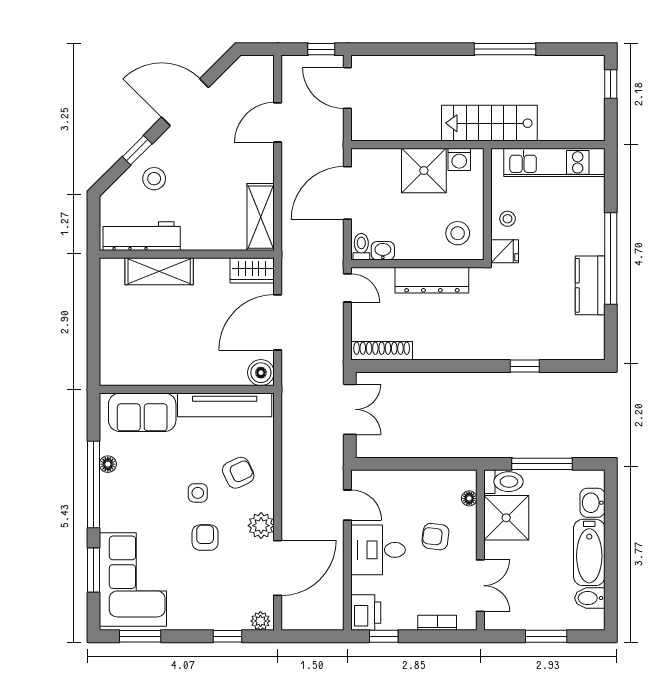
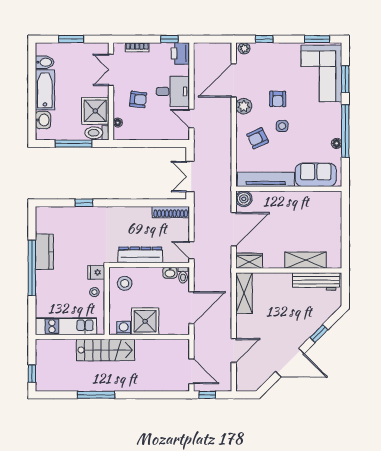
stool: (154, 179) -> (309, 316), removed

